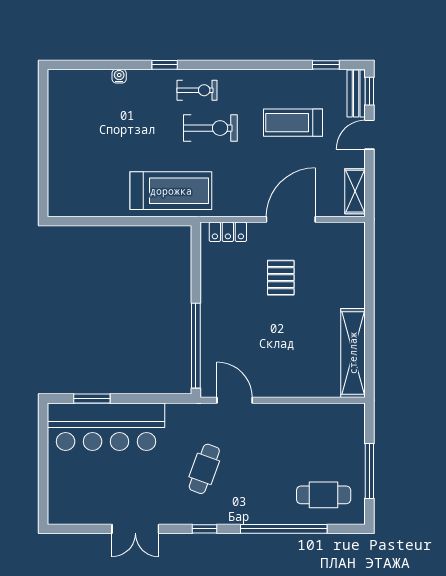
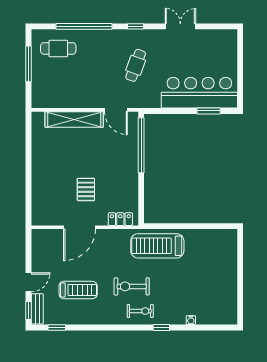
exercise bike: (197, 90) -> (140, 311), turned 180
shelving: (355, 191) -> (38, 245), removed
shelving: (353, 353) -> (74, 119), moved, turned 90

